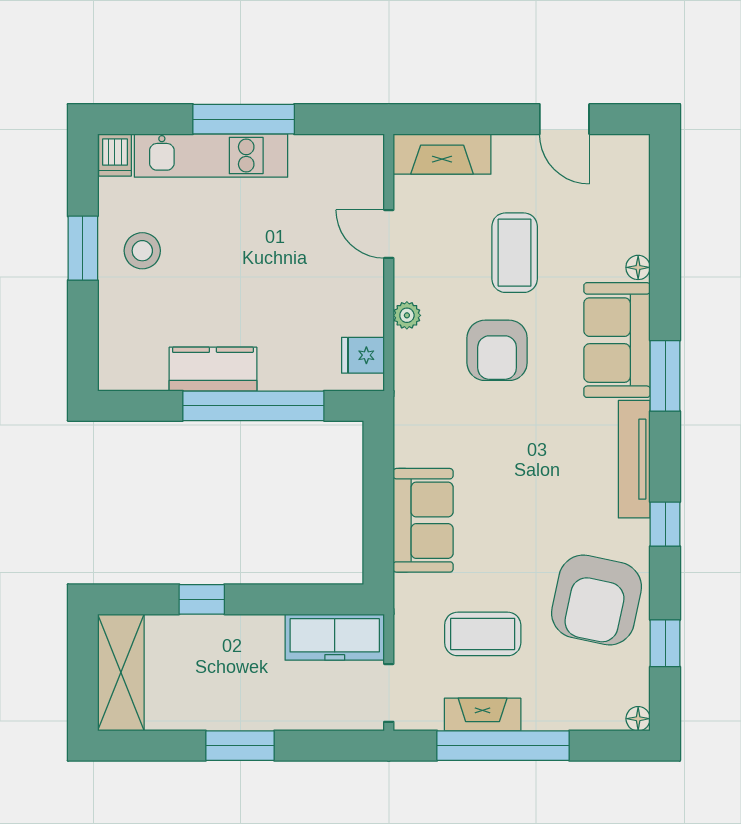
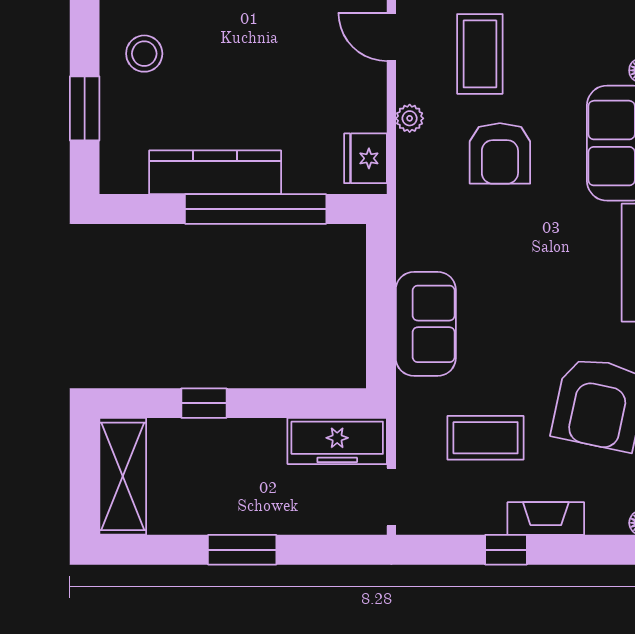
window: (83, 248) -> (85, 108), moved
coffee table: (515, 253) -> (480, 54), moved
fridge: (363, 355) -> (365, 158), width x1.38
kitchen counter: (213, 369) -> (215, 172), width x1.50
fireplace: (483, 715) -> (546, 519), moved
window: (503, 746) -> (506, 550), width x0.32

